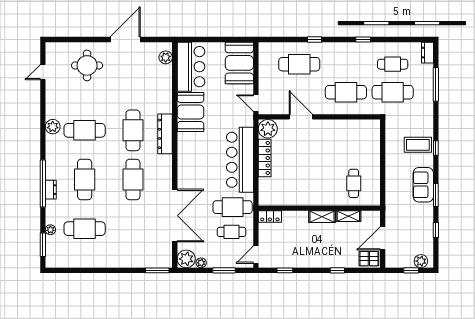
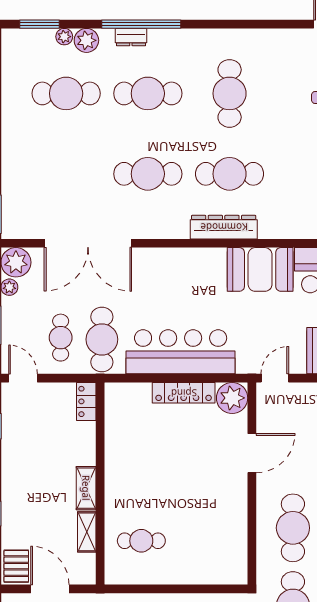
plant: (53, 127) -> (86, 40), moved
cafe table: (85, 229) -> (66, 93), turned 90

